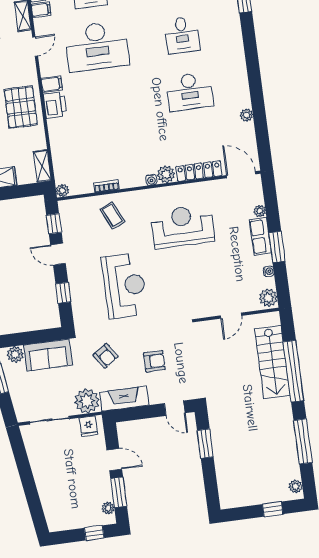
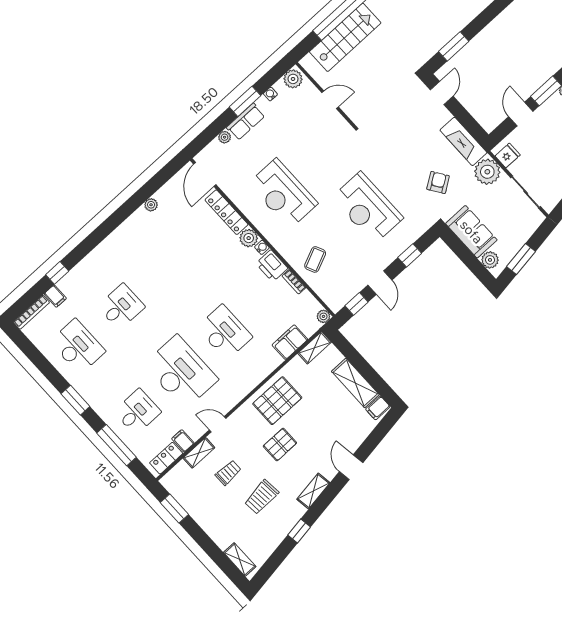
filing cabinet: (52, 84) -> (290, 342), moved, width x2.00
desk: (190, 92) -> (224, 332), moved
printer: (55, 105) -> (272, 266), moved, turned -90
reception desk: (124, 286) -> (367, 208), turned -90
armchair: (154, 361) -> (414, 138), removed

